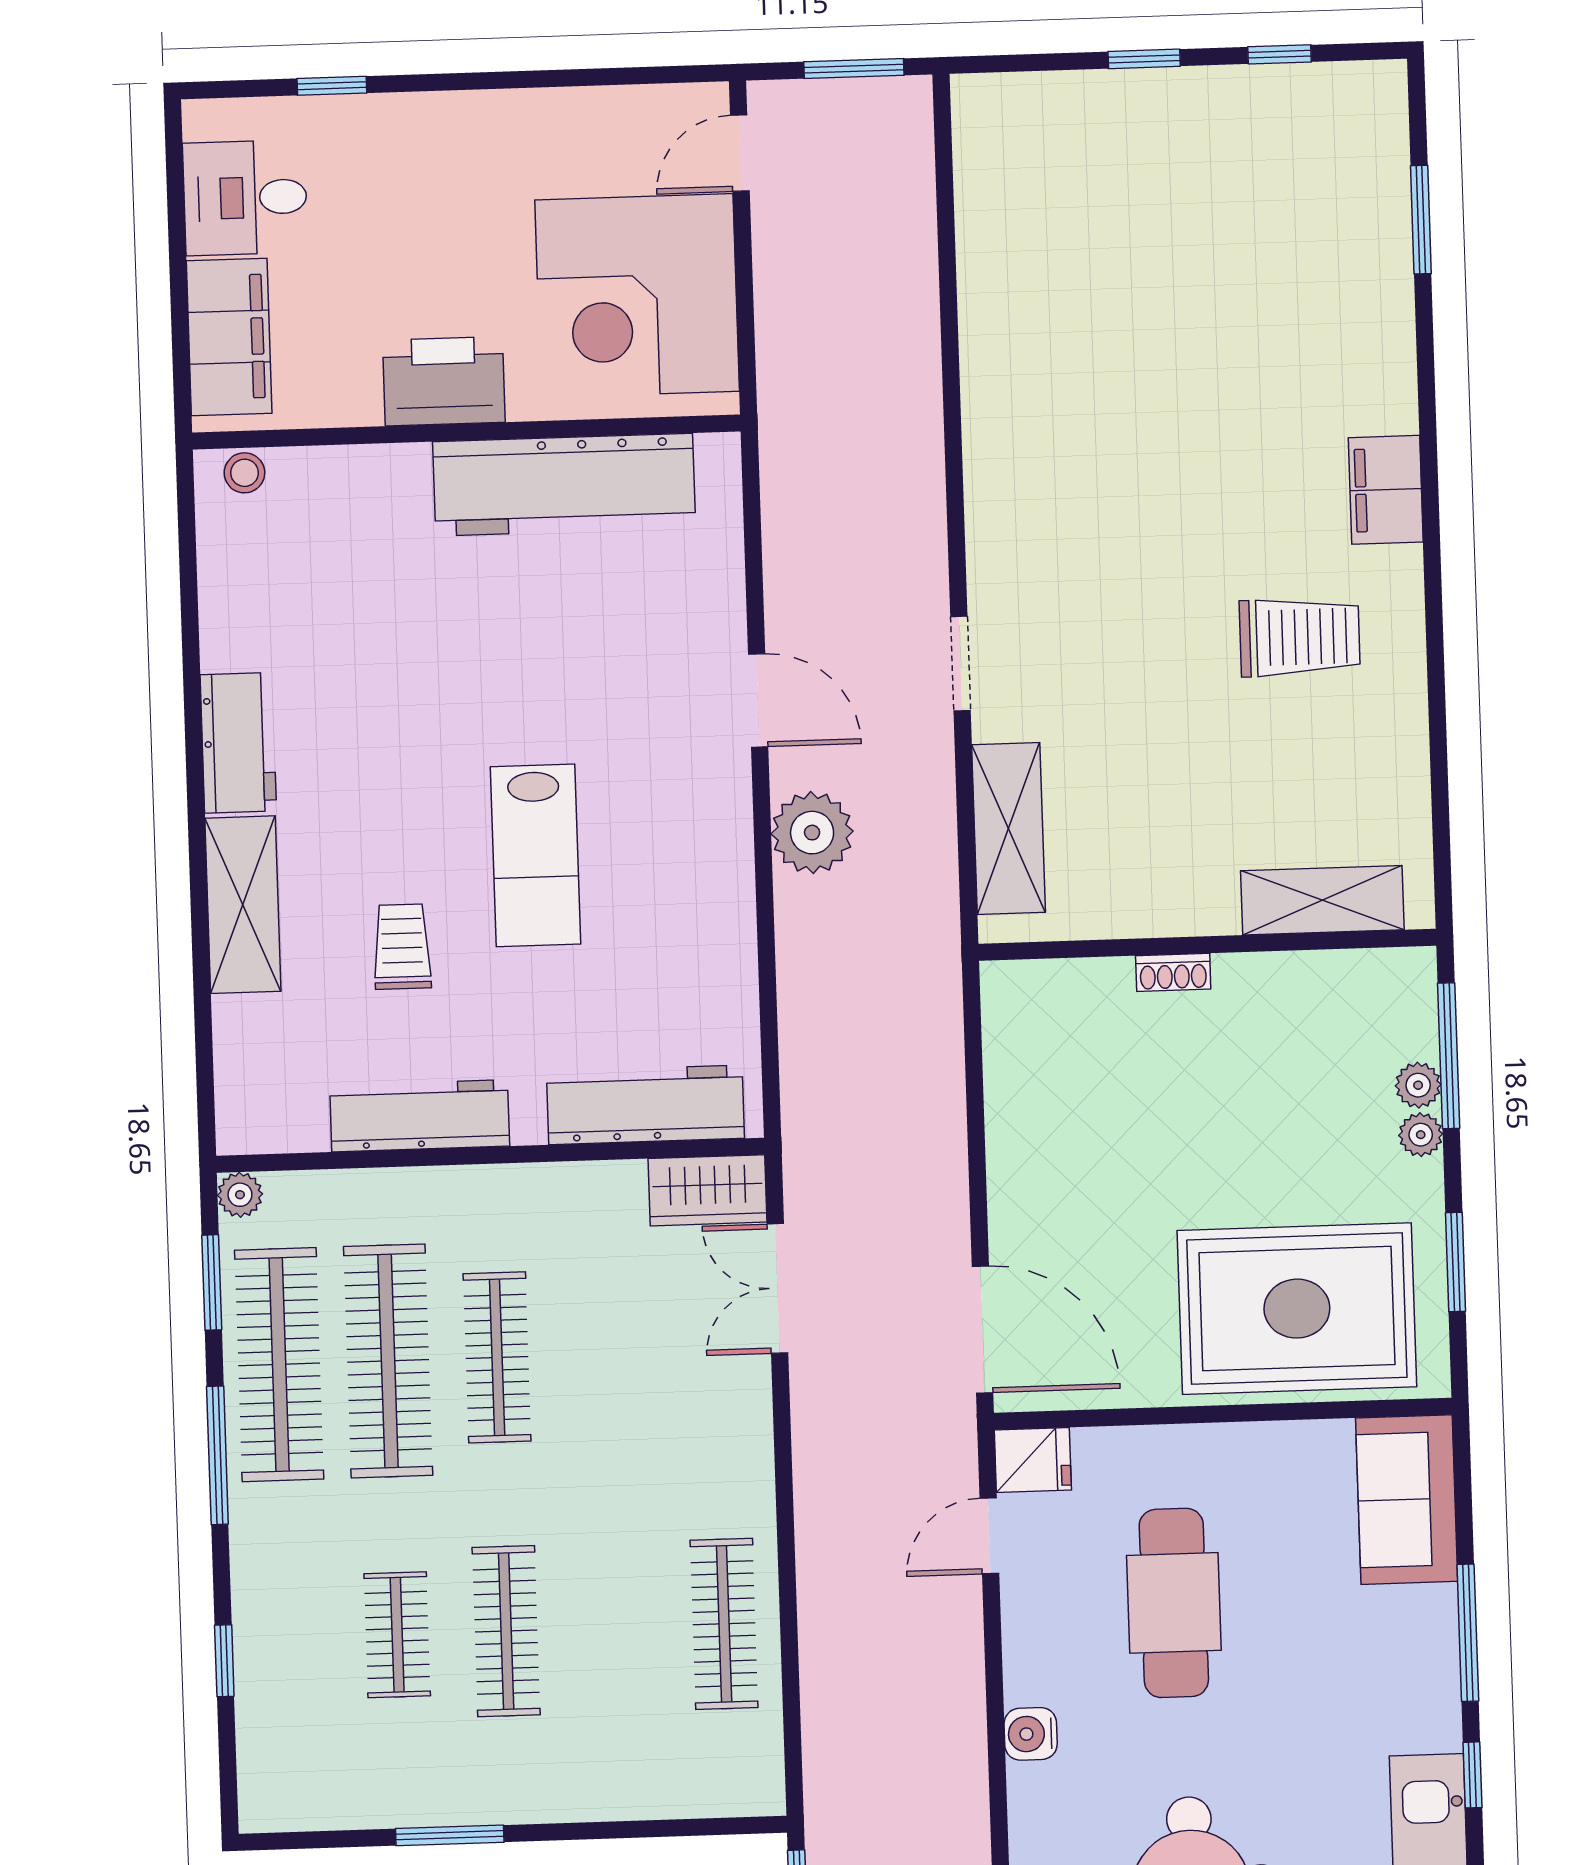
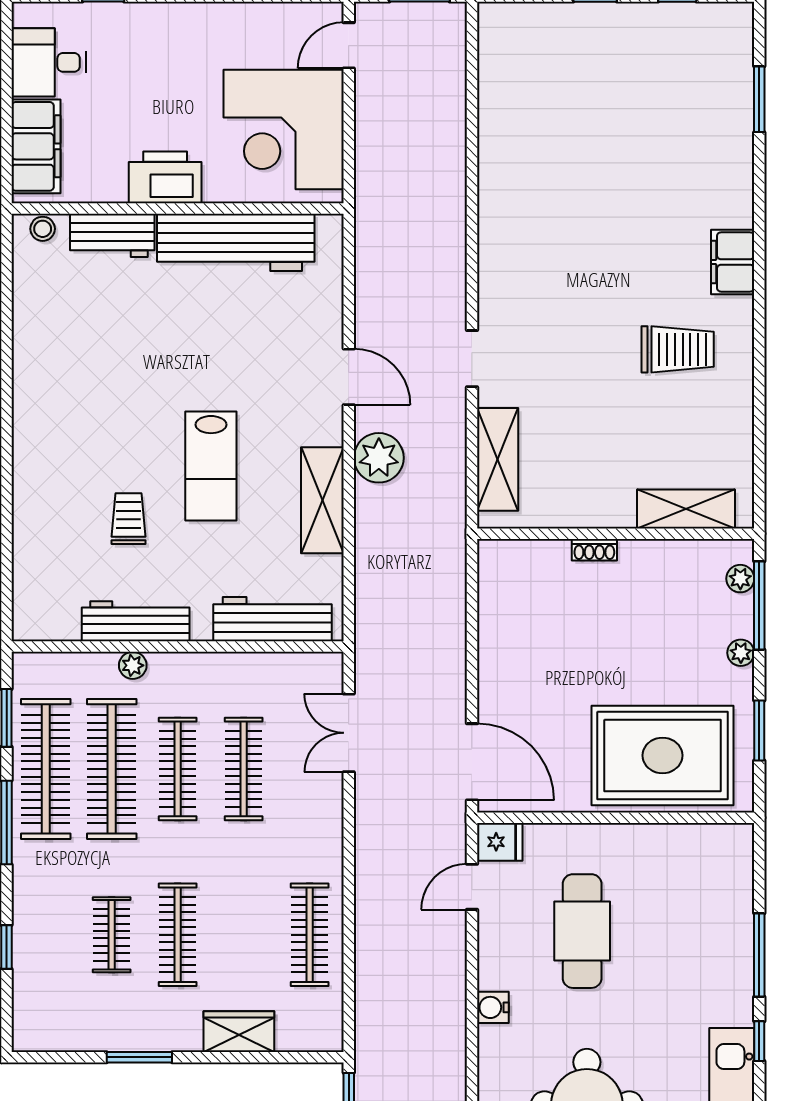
workbench: (238, 743) -> (112, 235), moved, turned 90
shelving: (243, 905) -> (322, 500), moved
plant: (1418, 1085) -> (740, 579), moved
wardrobe: (708, 1190) -> (239, 1032), moved, turned 180
plant: (240, 1195) -> (133, 665), moved
clothes rail: (606, 1354) -> (244, 769), added
sofa: (1407, 1500) -> (725, 873), removed

